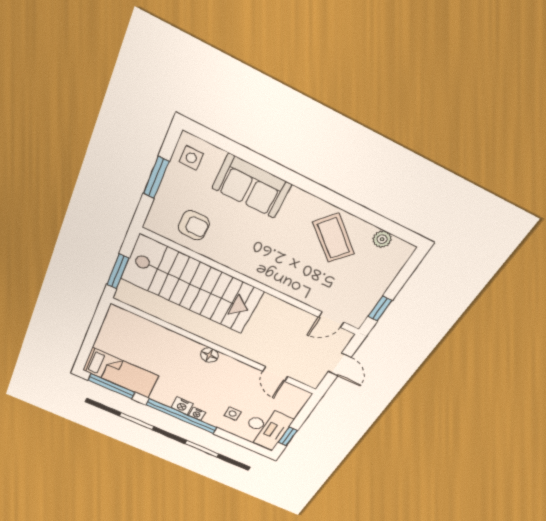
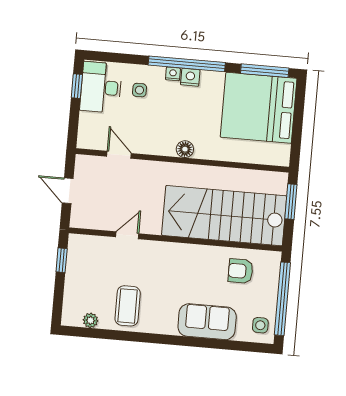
window: (156, 178) -> (282, 299), width x2.11
coffee table: (334, 238) -> (128, 306), turned 49
door: (331, 320) -> (127, 235), moved
bed: (121, 373) -> (259, 108), width x2.04

